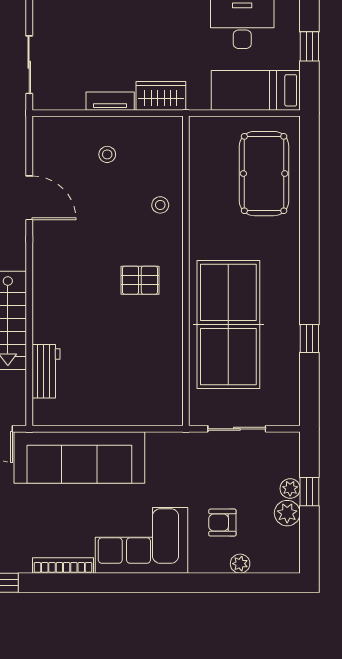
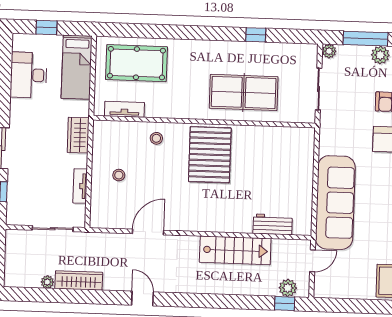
tv unit: (110, 101) -> (80, 186), moved
tv unit: (199, 159) -> (124, 109), added
pallet: (140, 280) -> (210, 155), width x2.05, depth x2.00
table tennis table: (228, 324) -> (244, 92), width x0.73, depth x0.76
plant: (290, 489) -> (329, 51), moved
window: (309, 492) -> (365, 39), width x2.17

